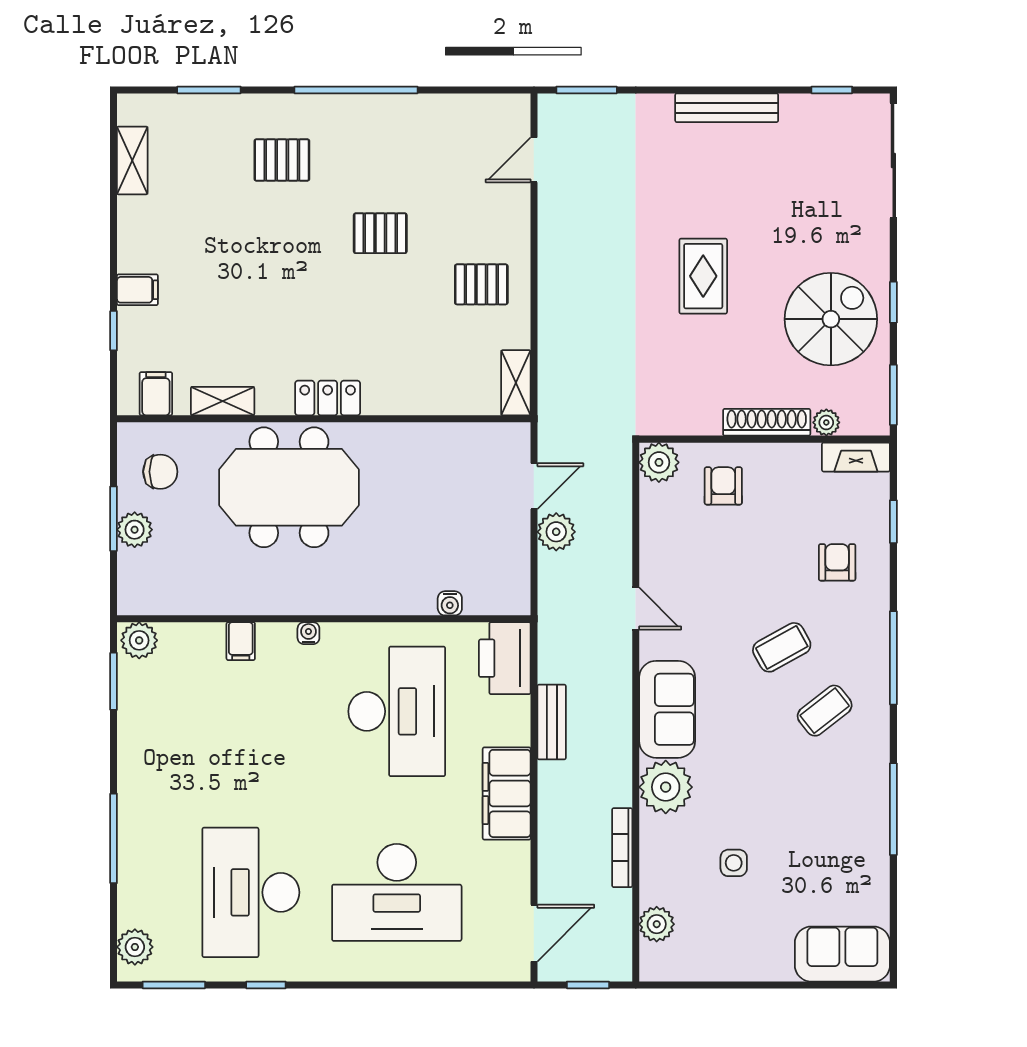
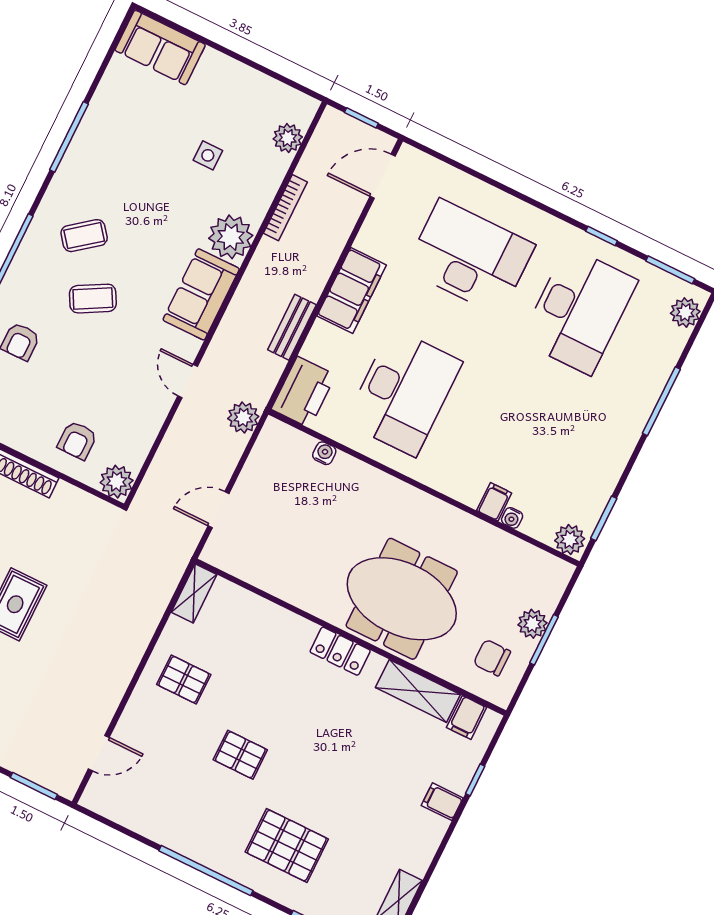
pallet: (282, 160) -> (287, 846), width x1.50, depth x1.42
shelving: (223, 401) -> (418, 691), width x1.50, depth x1.33
plant: (556, 532) -> (243, 418), moved
water cooler: (308, 633) -> (512, 518), moved
desk: (397, 711) -> (404, 392), turned 180

